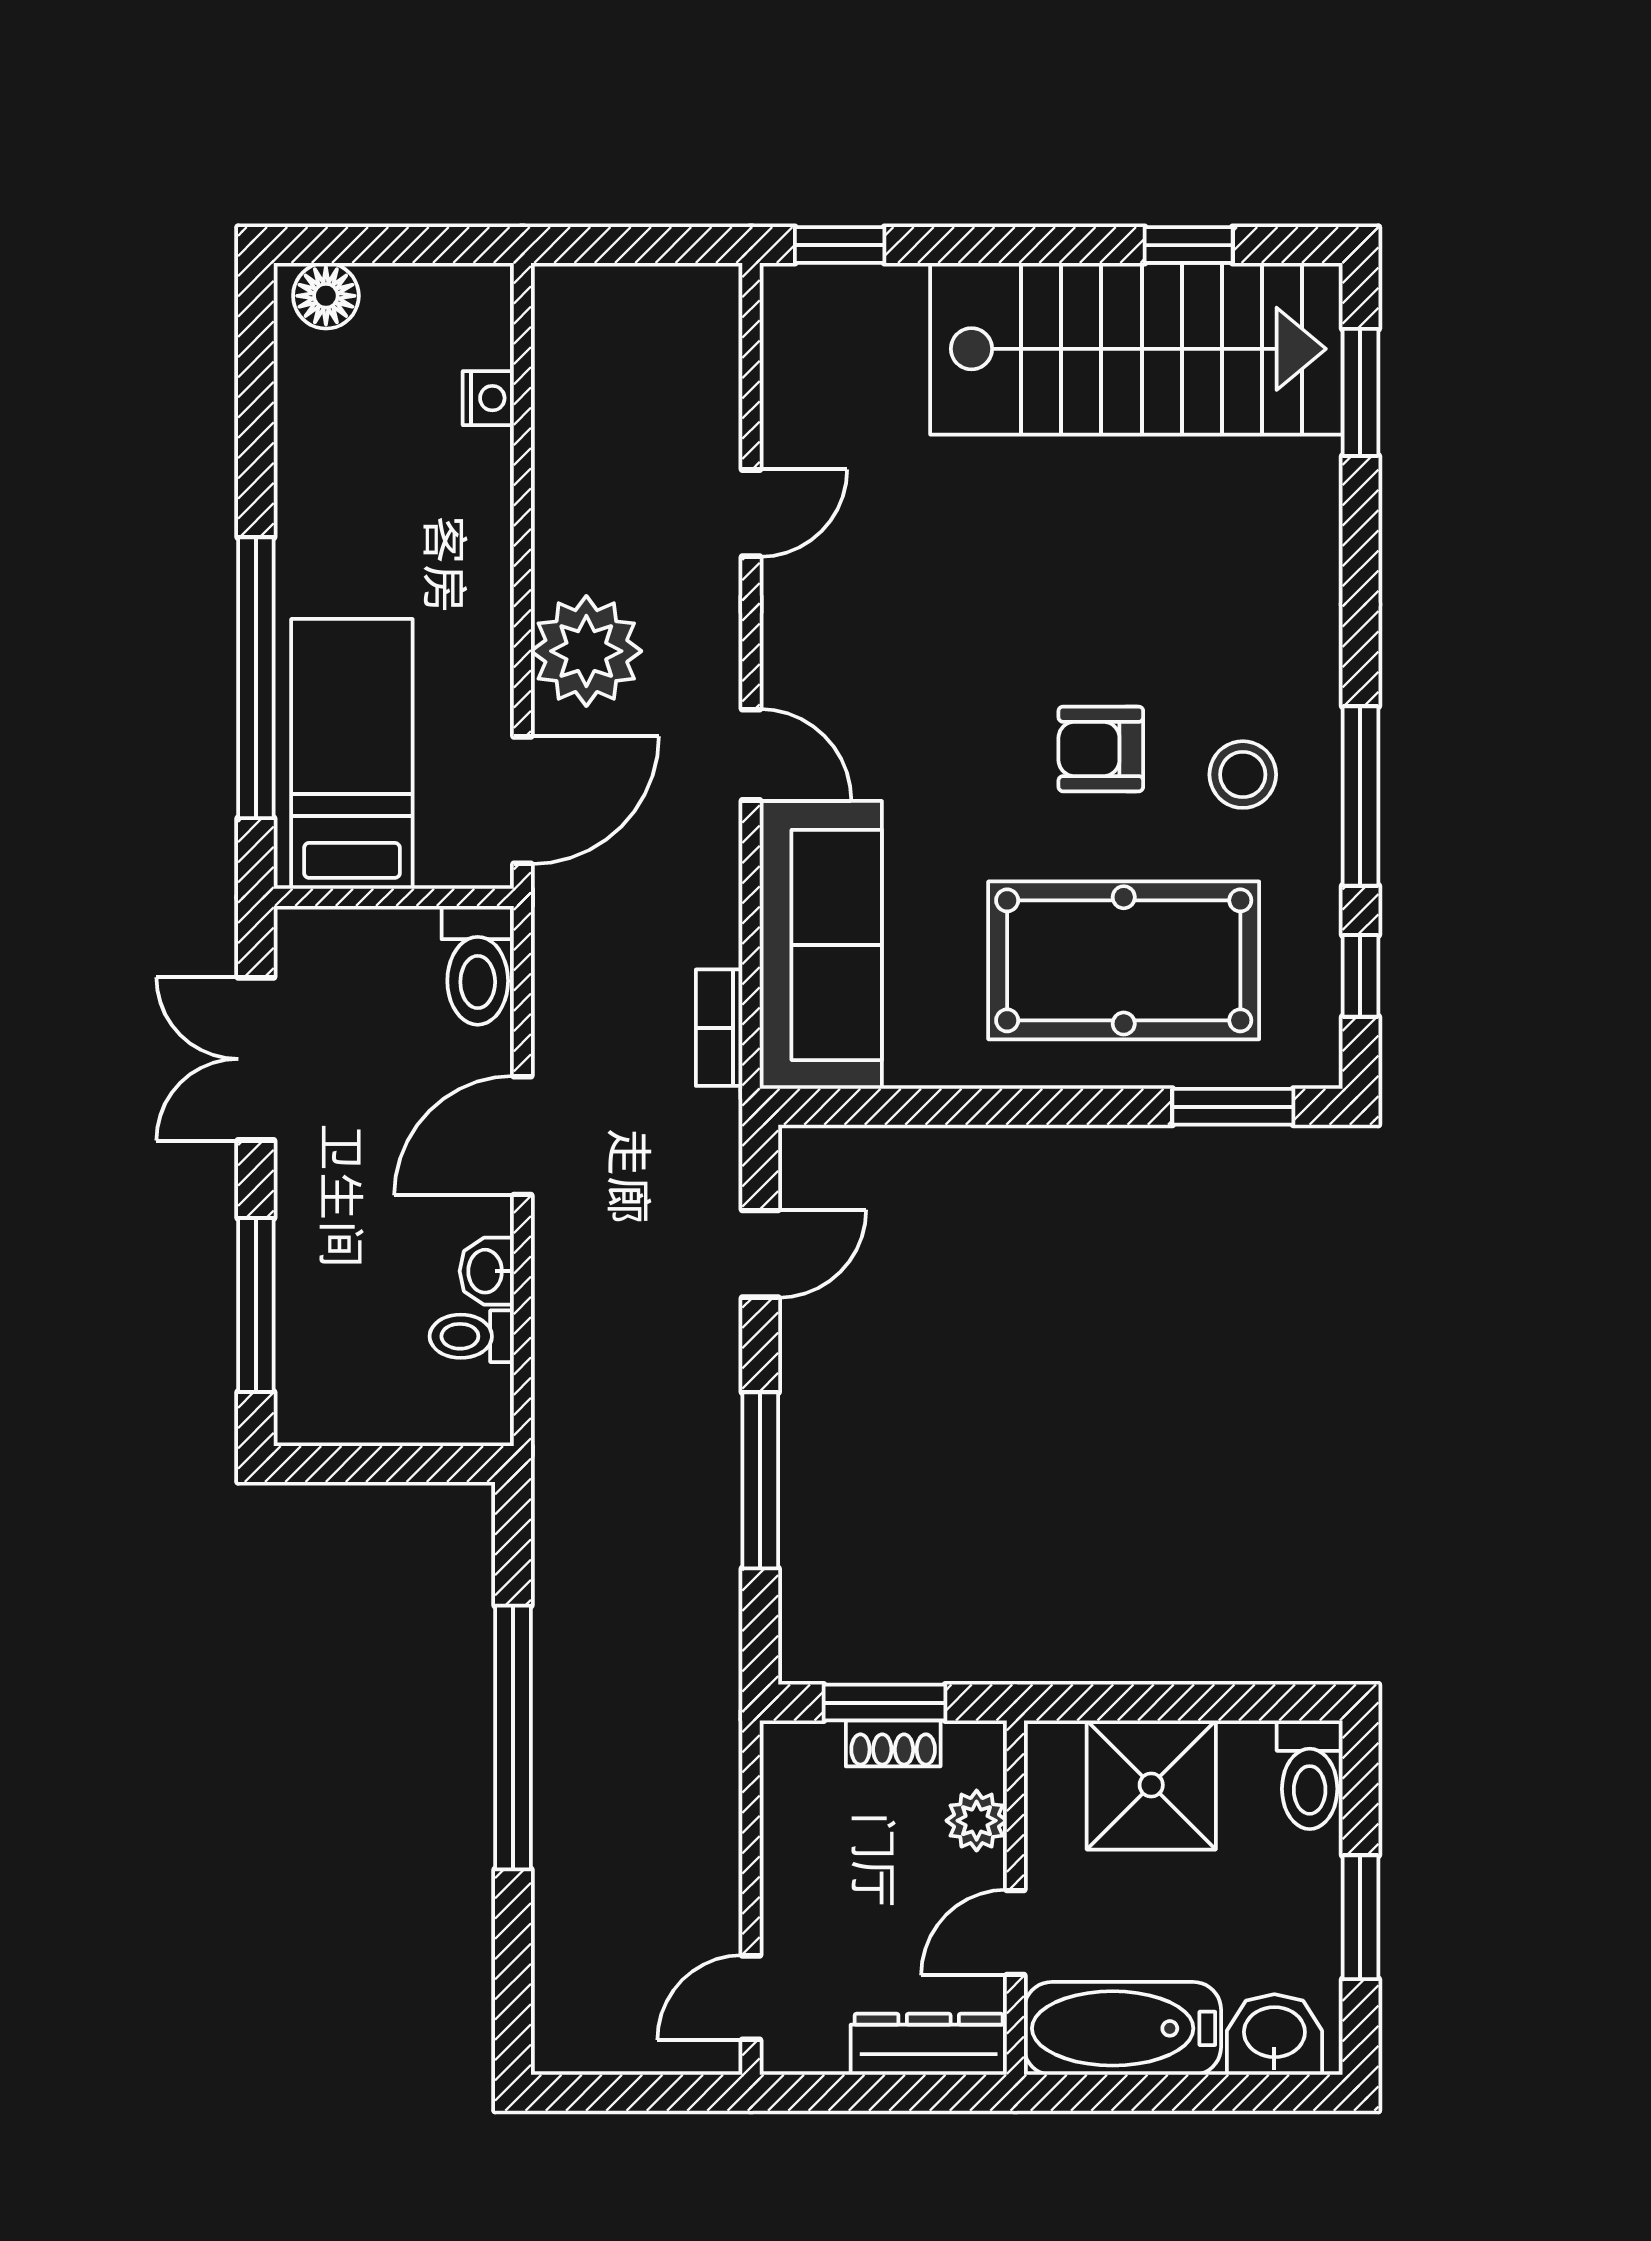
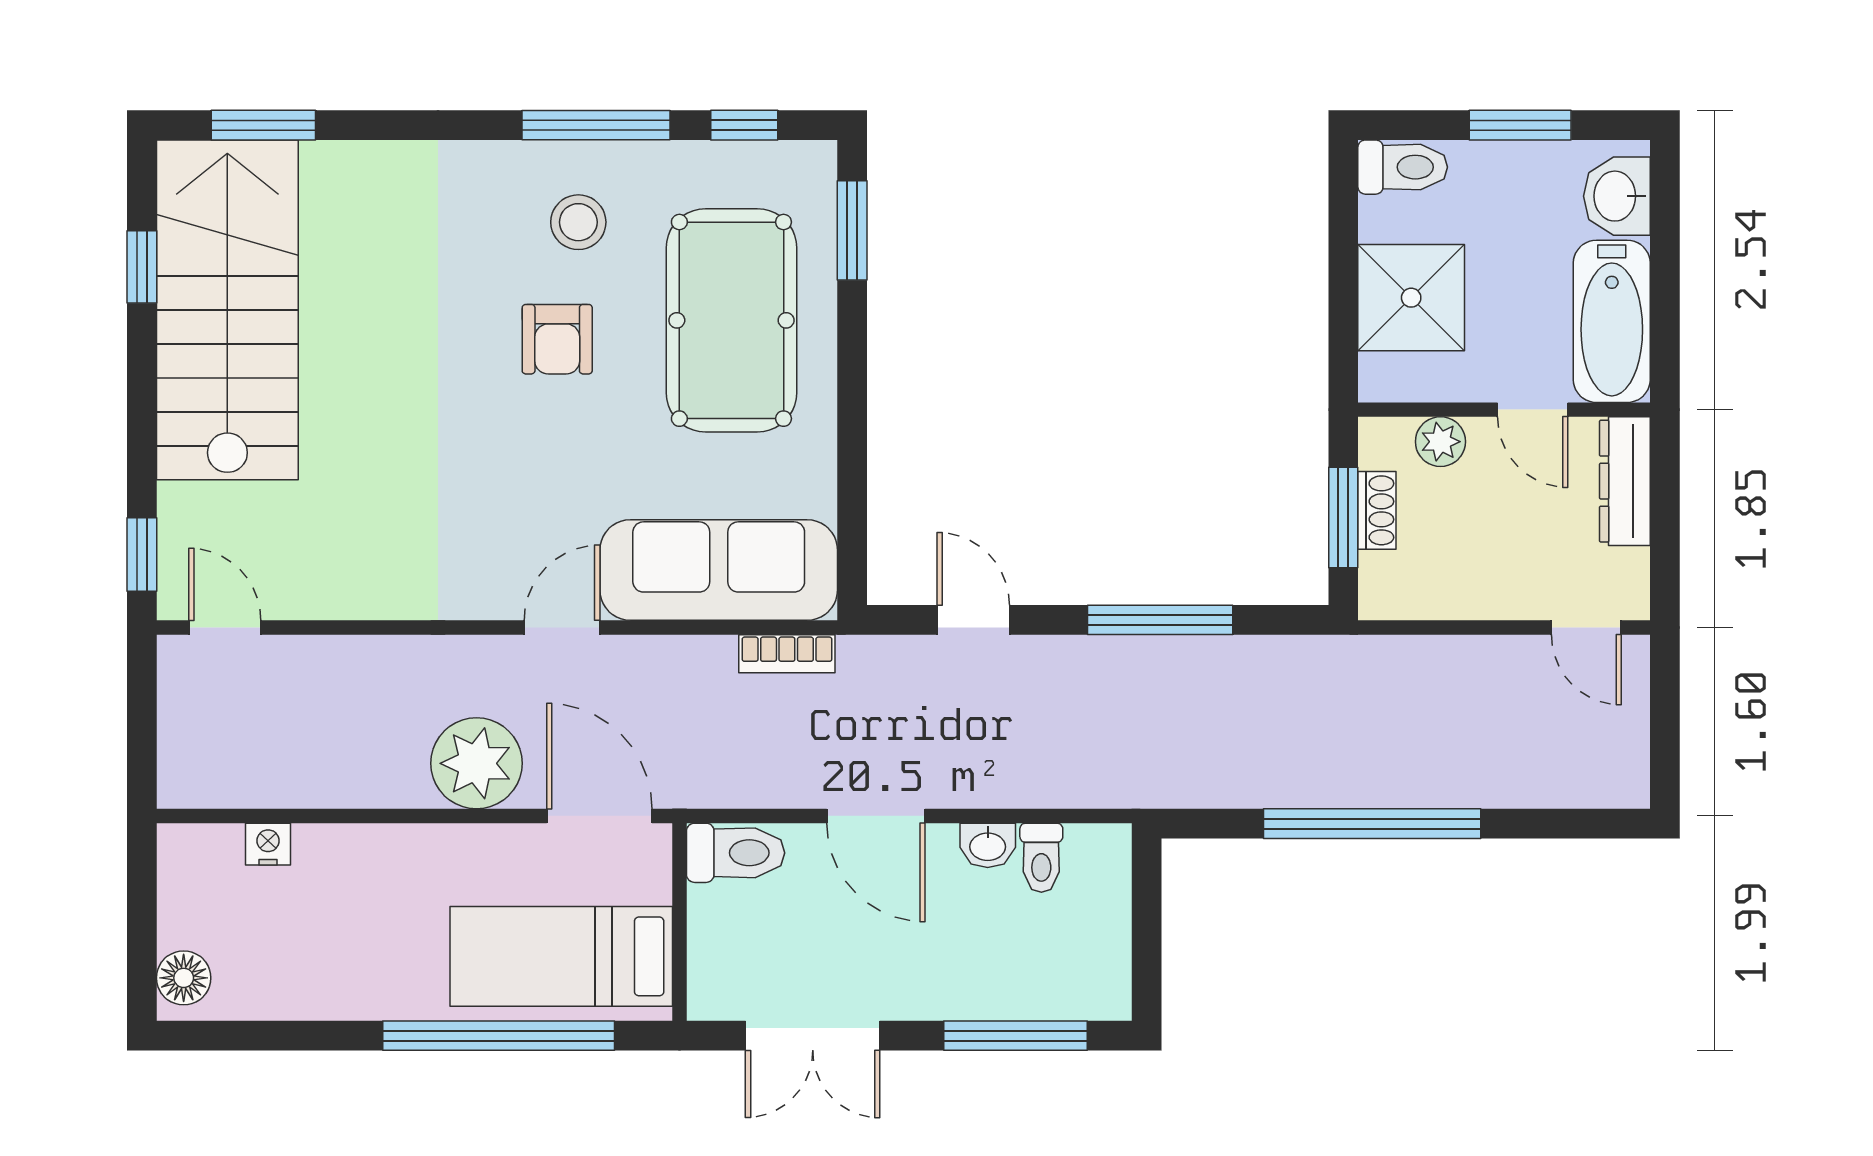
door: (751, 513) -> (225, 628), moved

